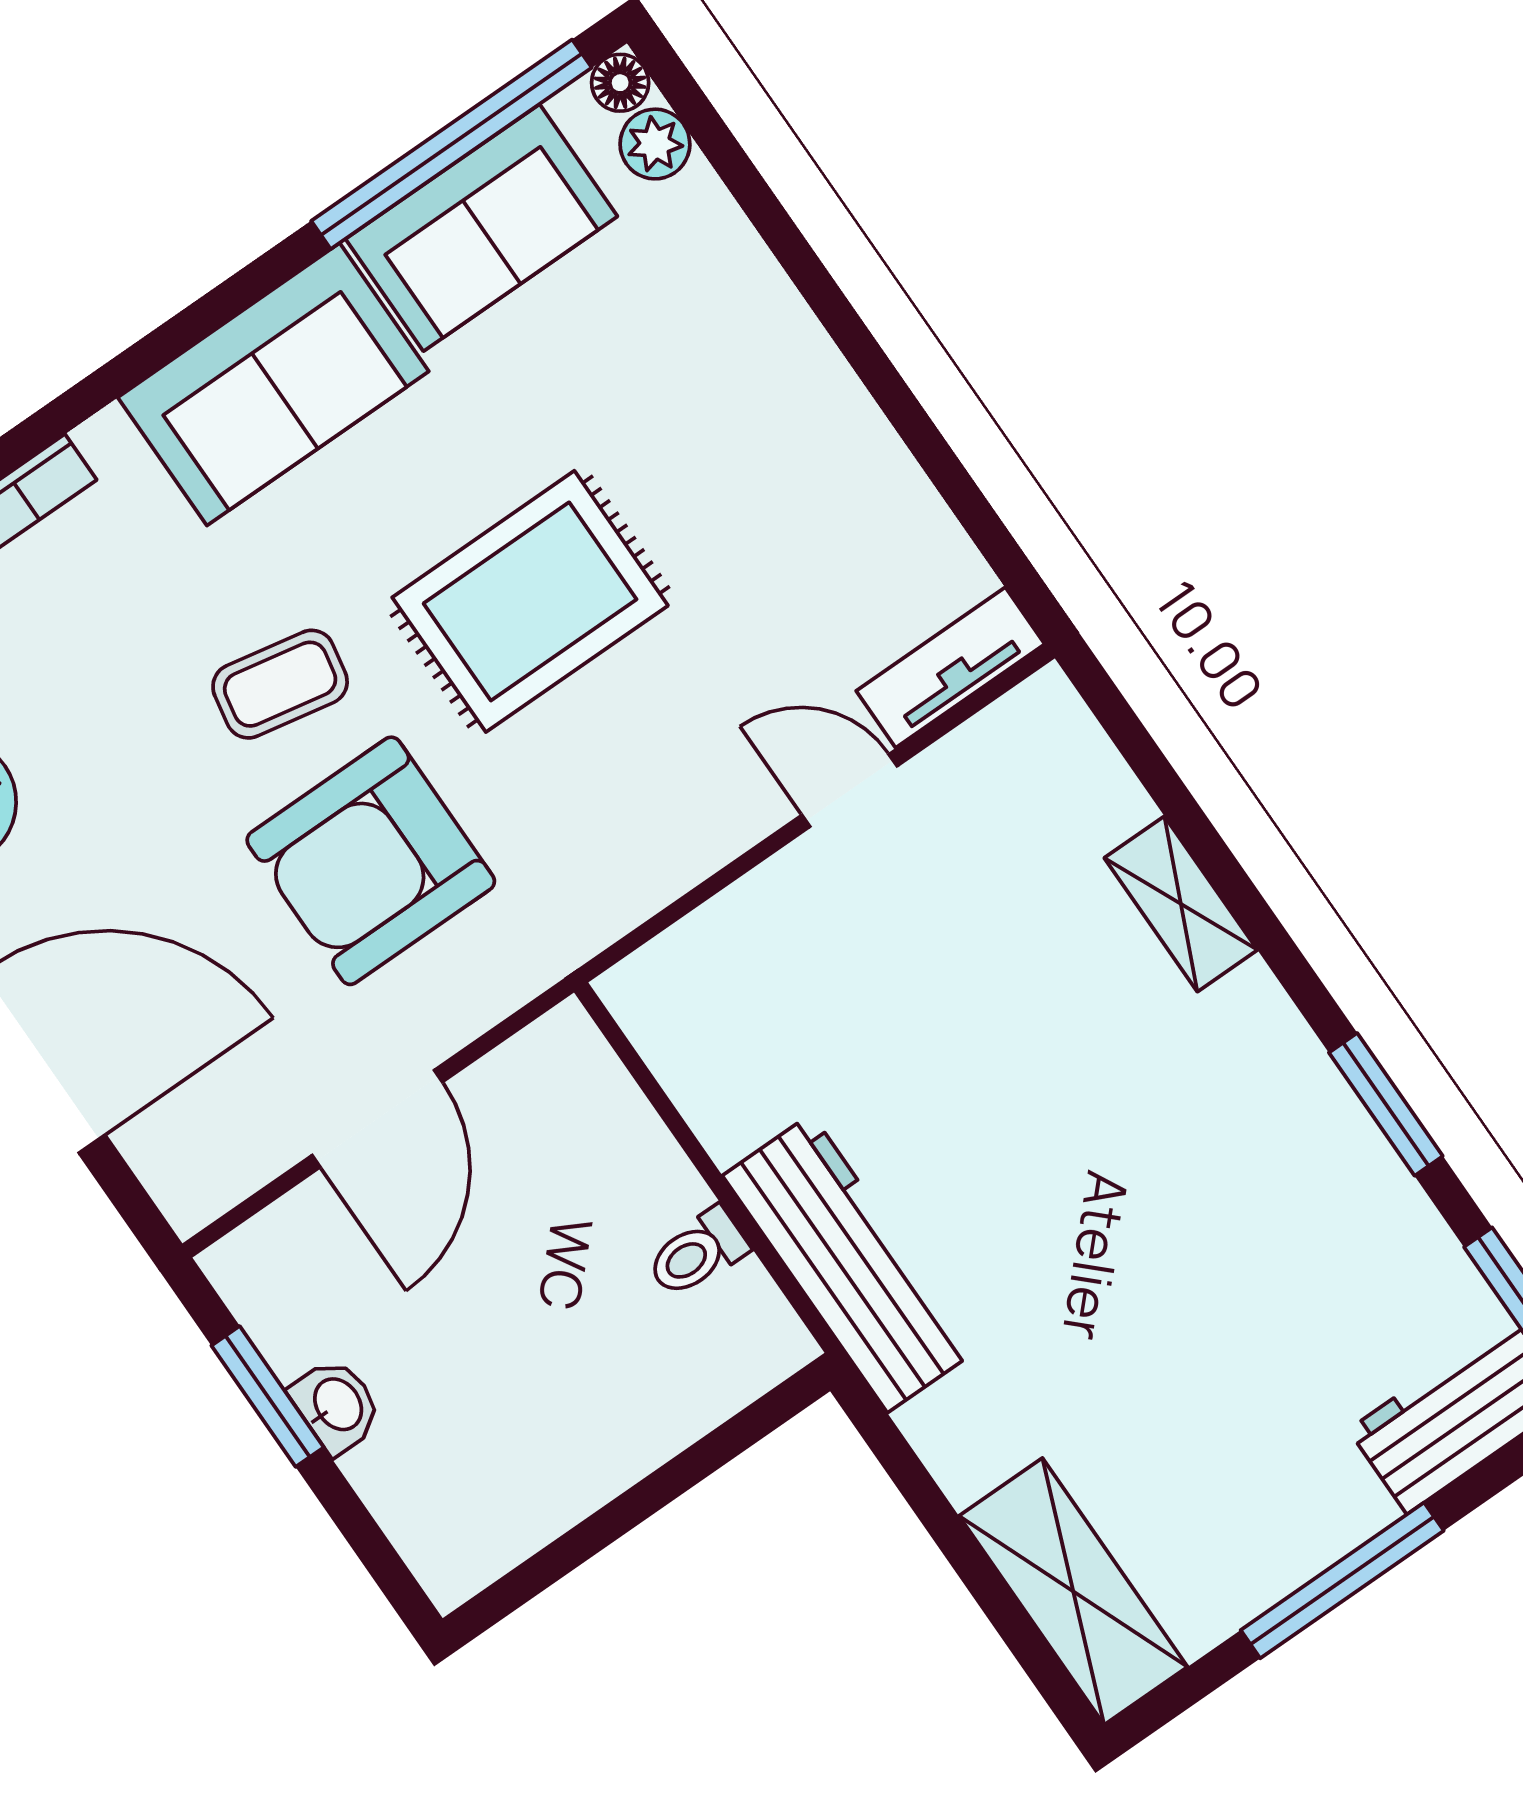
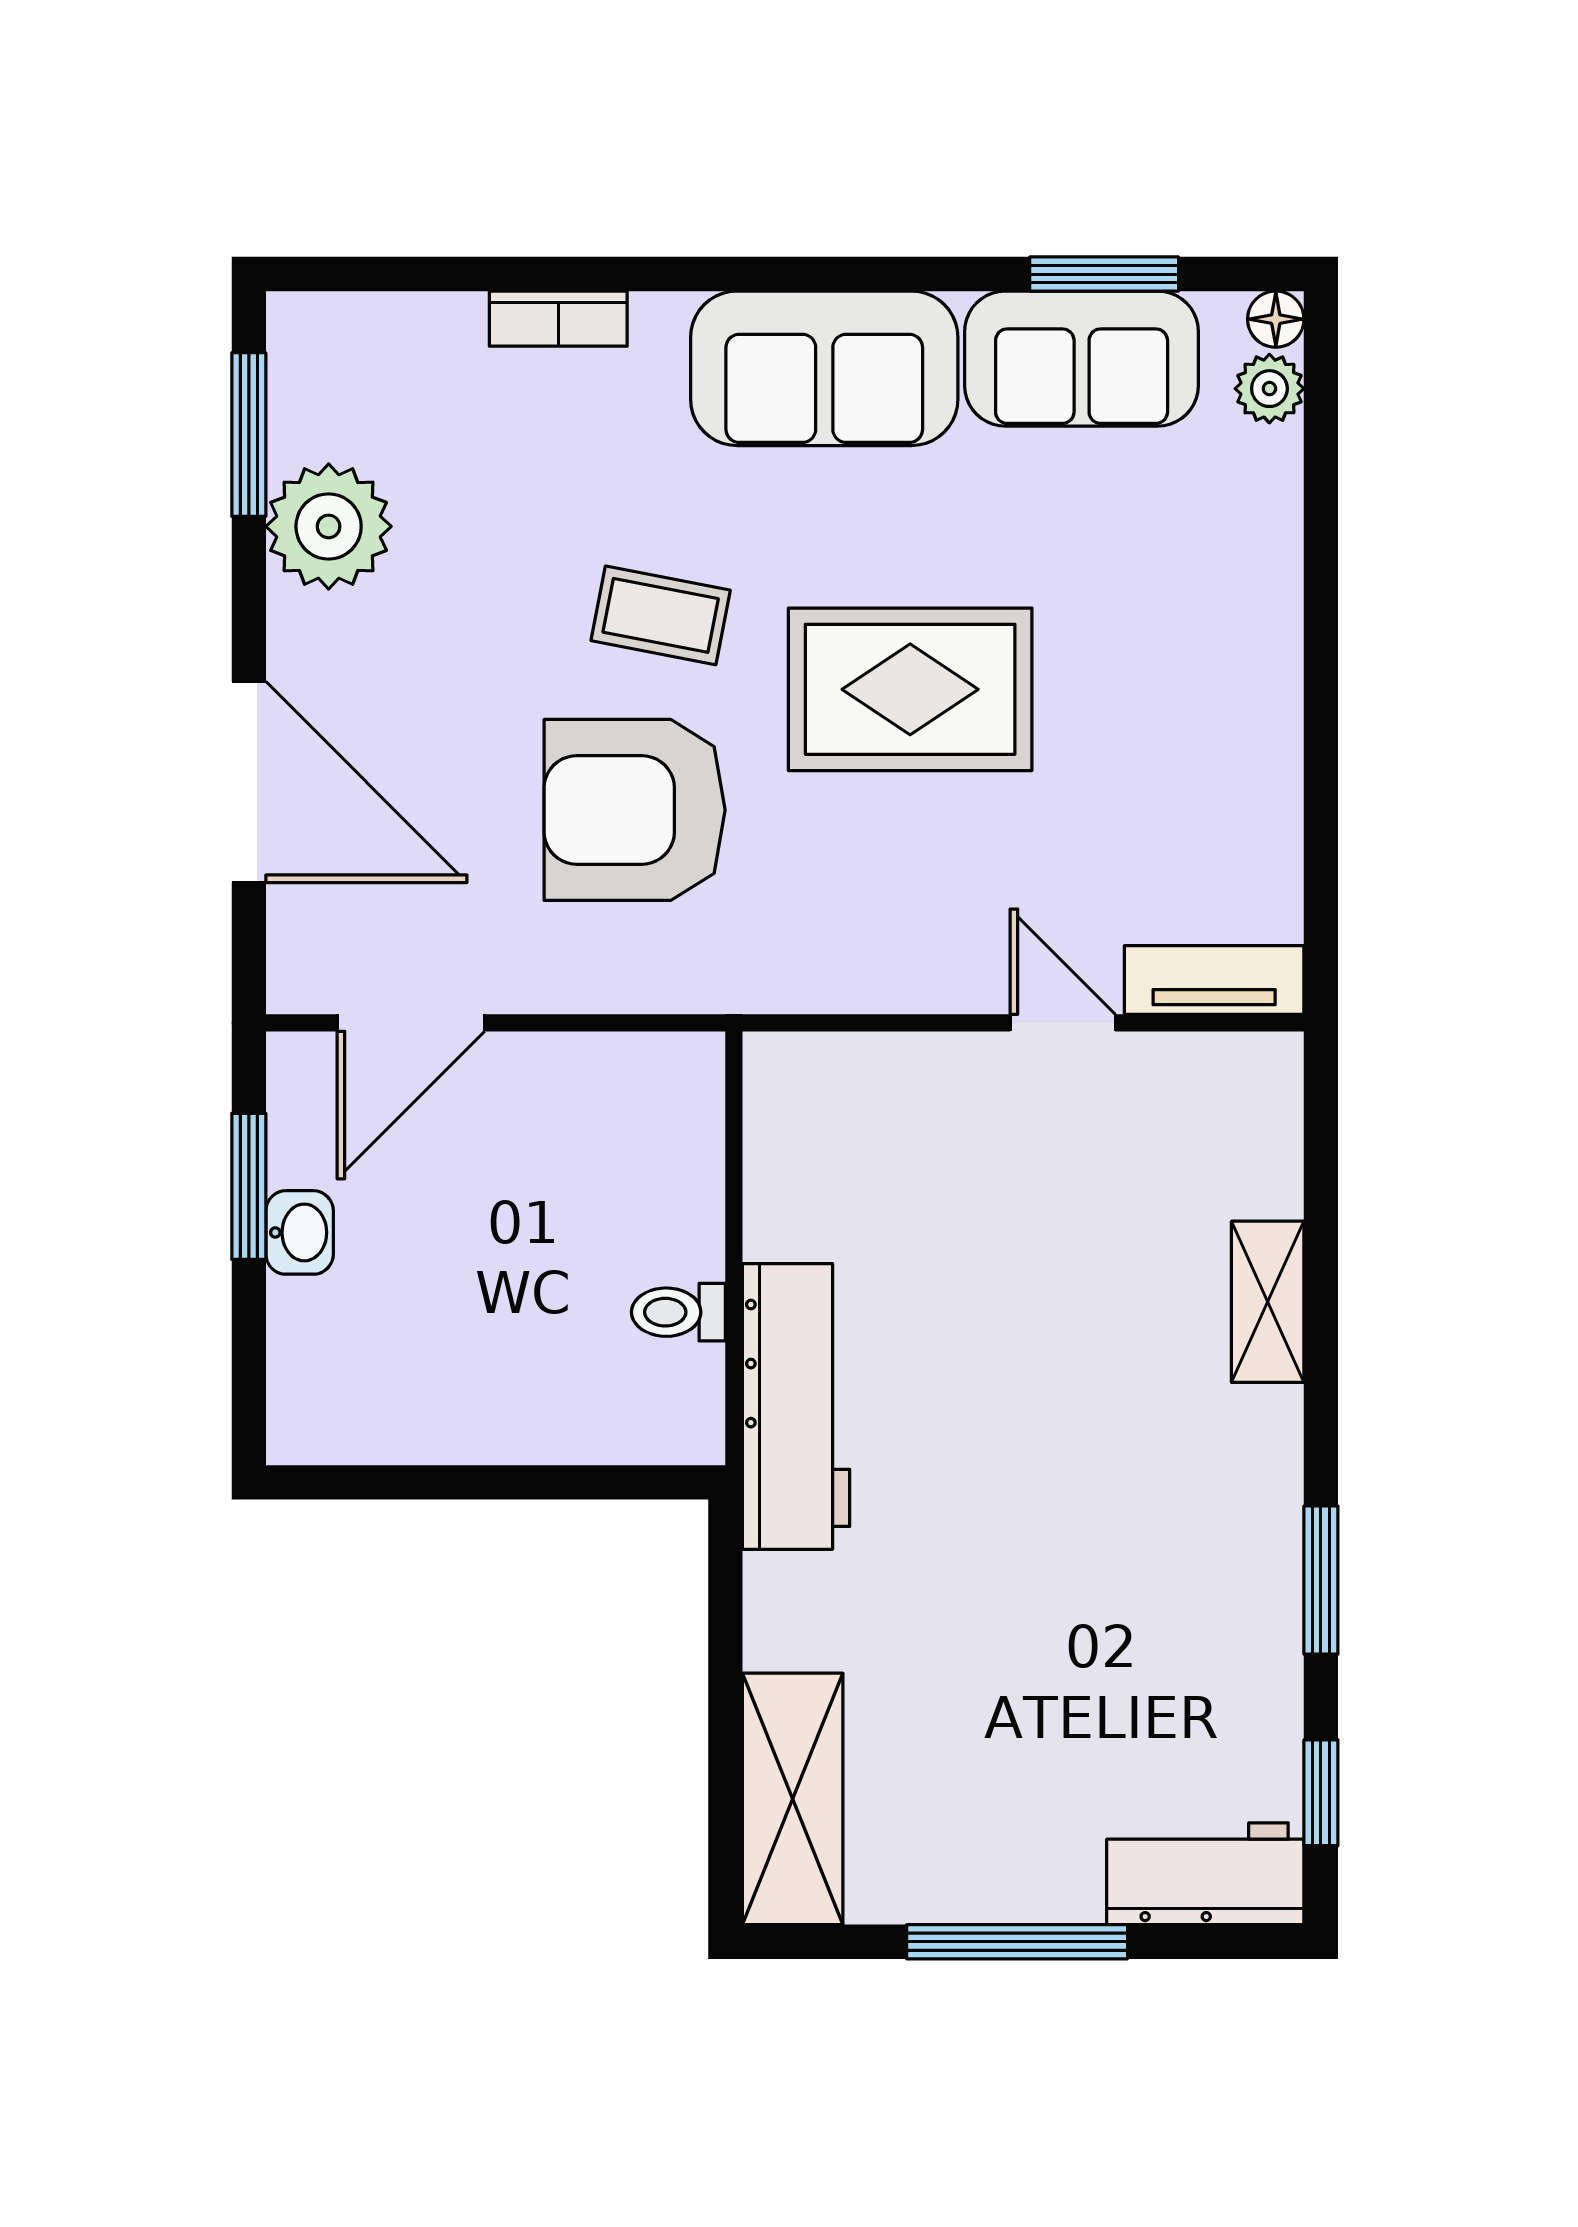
window: (451, 144) -> (1104, 274), width x0.47
door: (377, 1119) -> (411, 1023), moved

